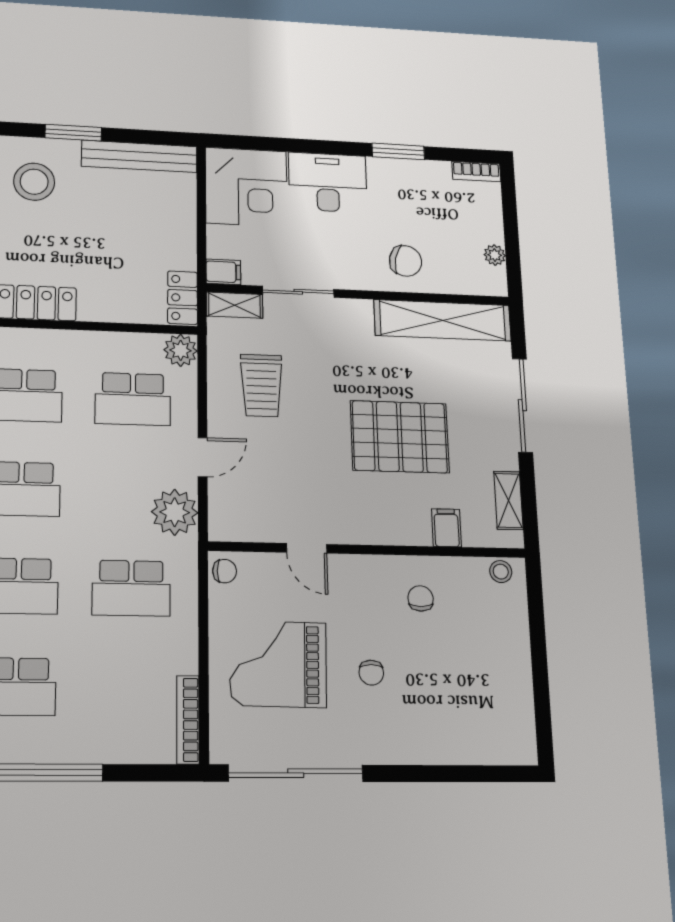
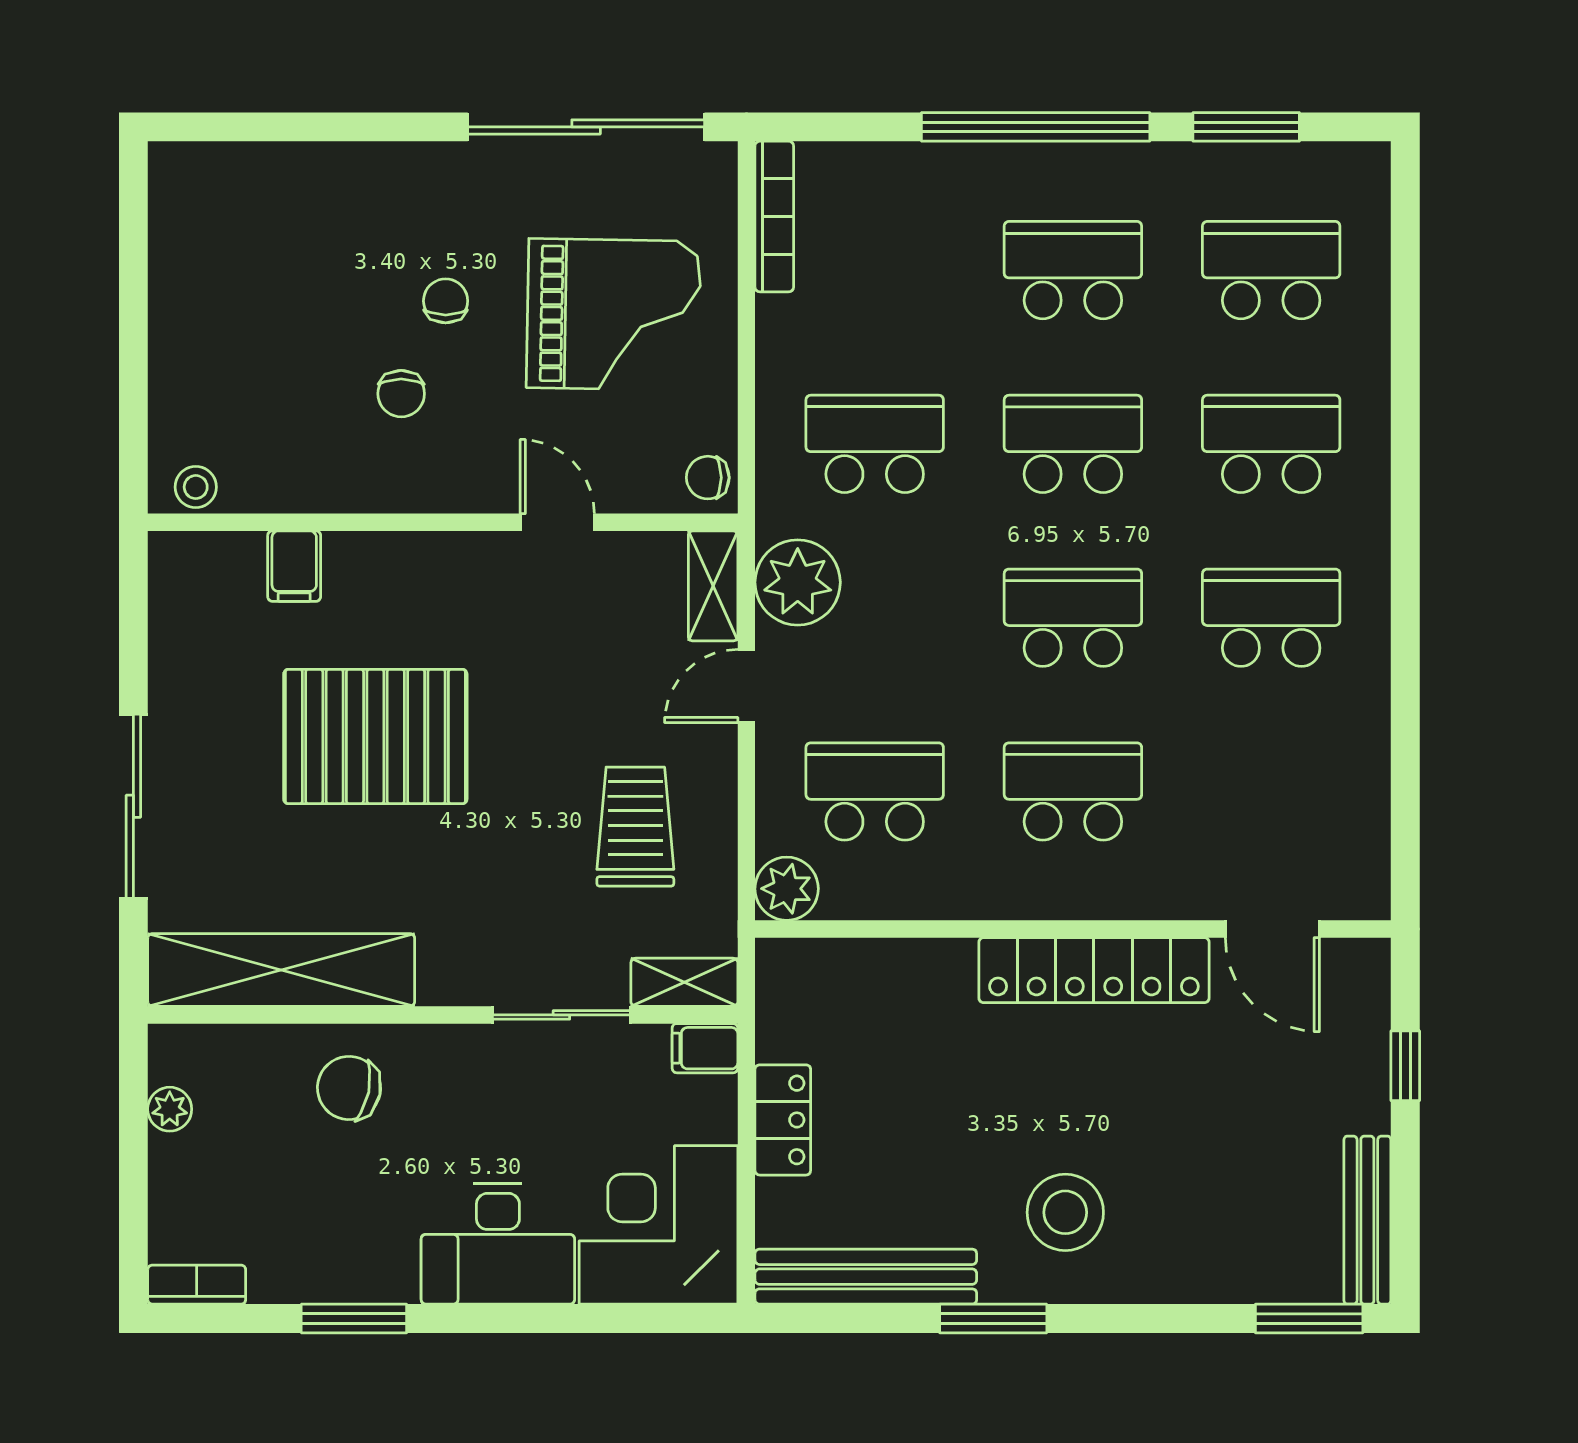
locker: (183, 298) -> (783, 1120), moved
shelving: (509, 500) -> (713, 586), moved
chair: (421, 598) -> (401, 394), moved

